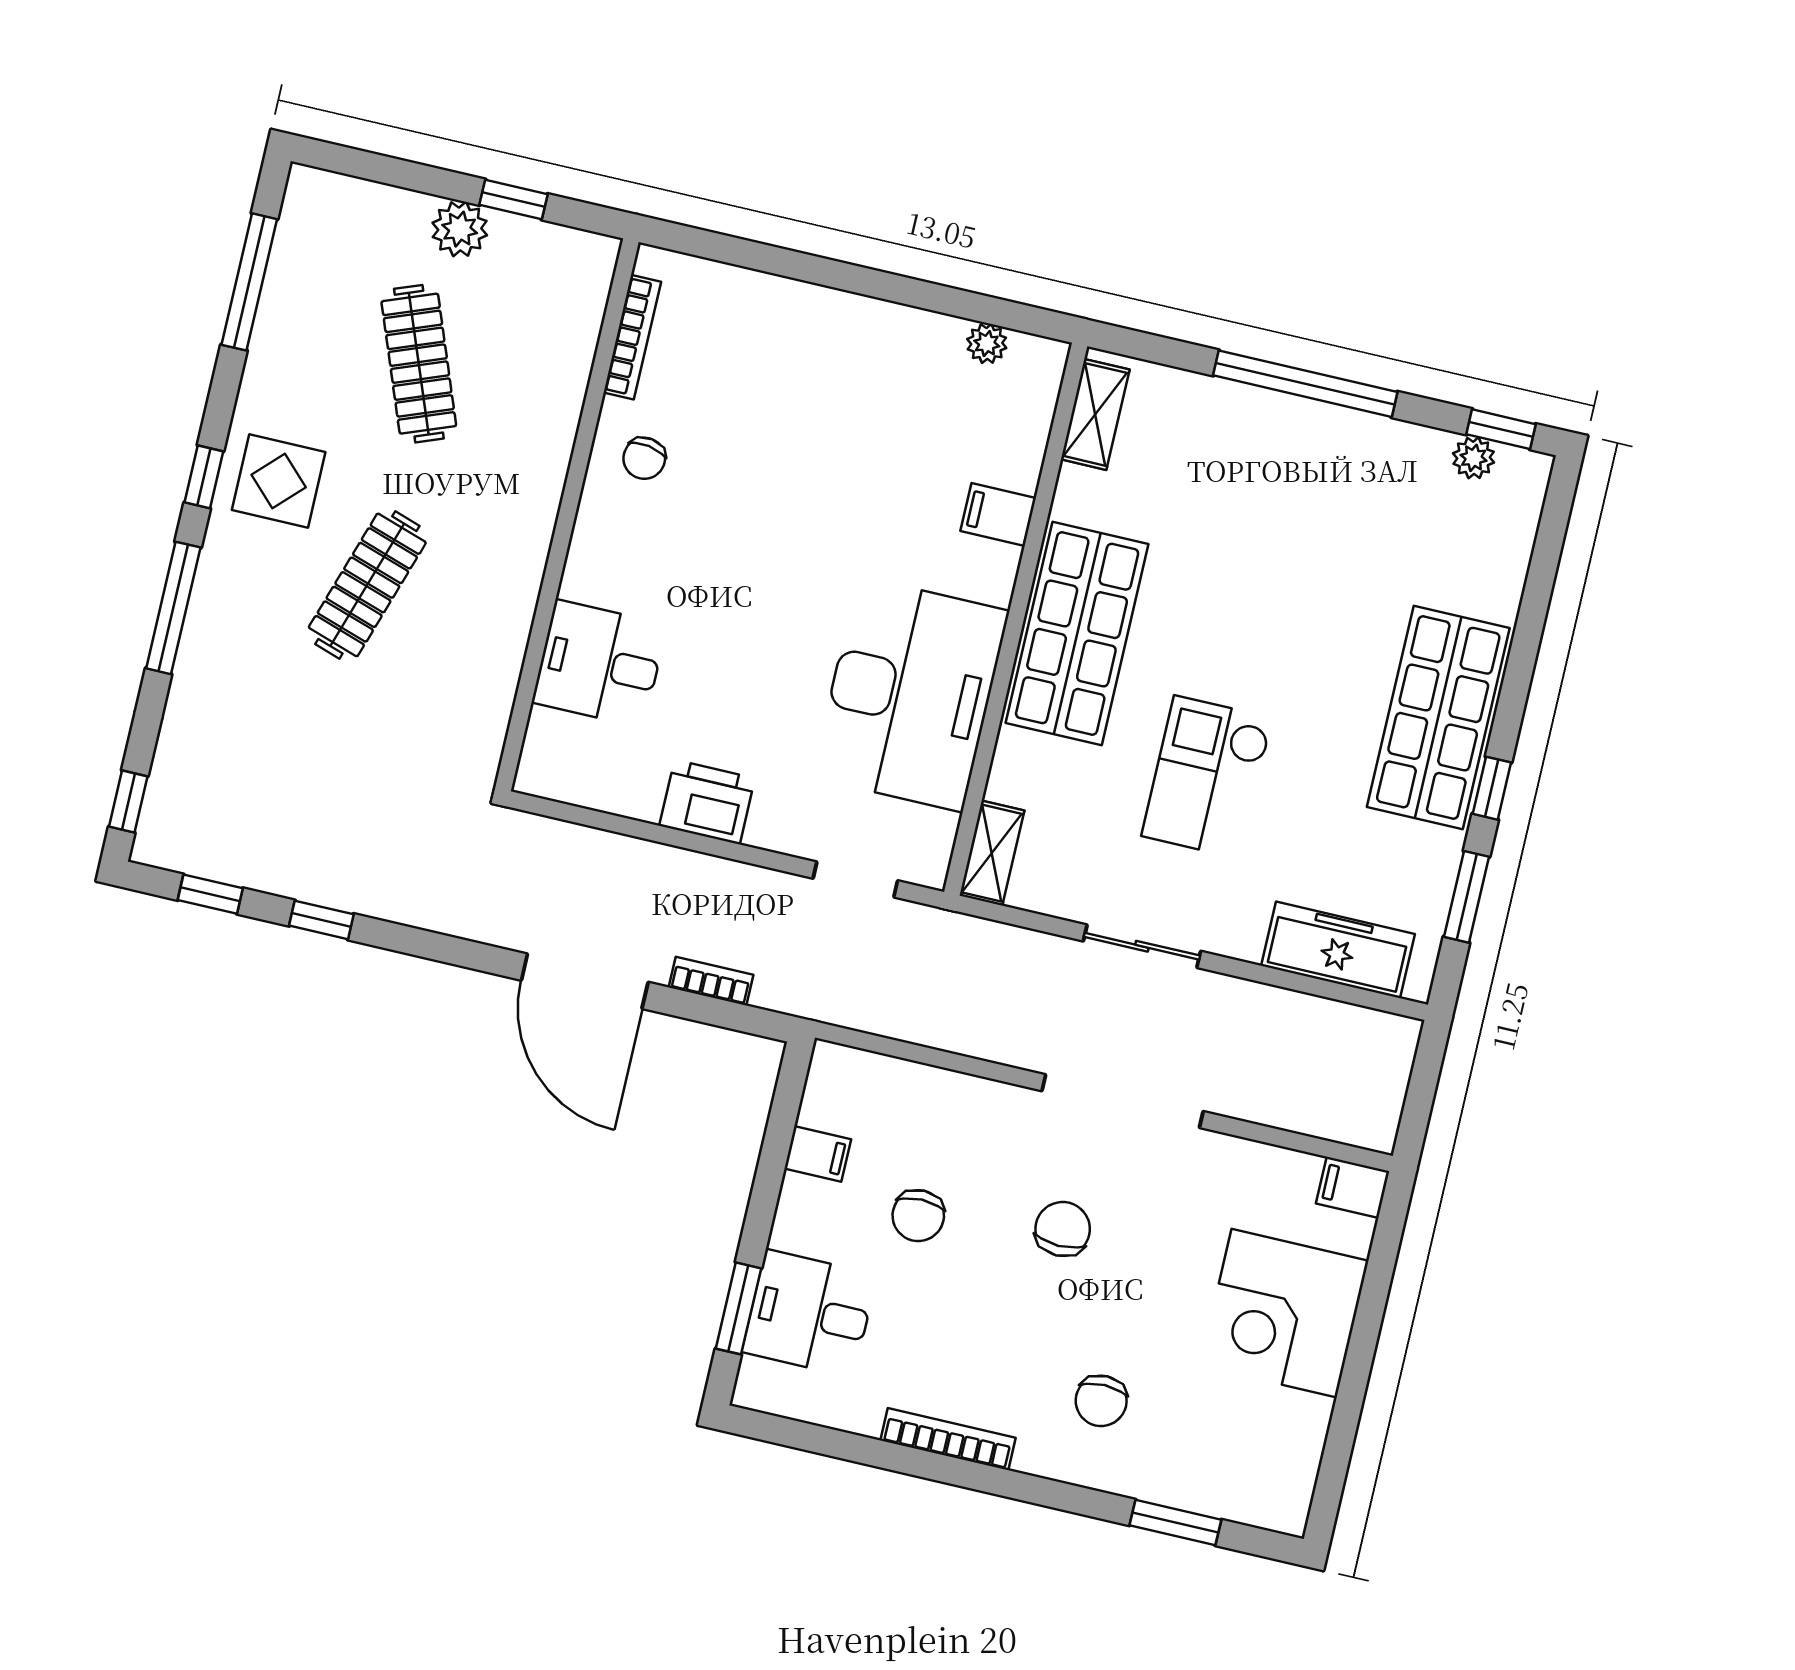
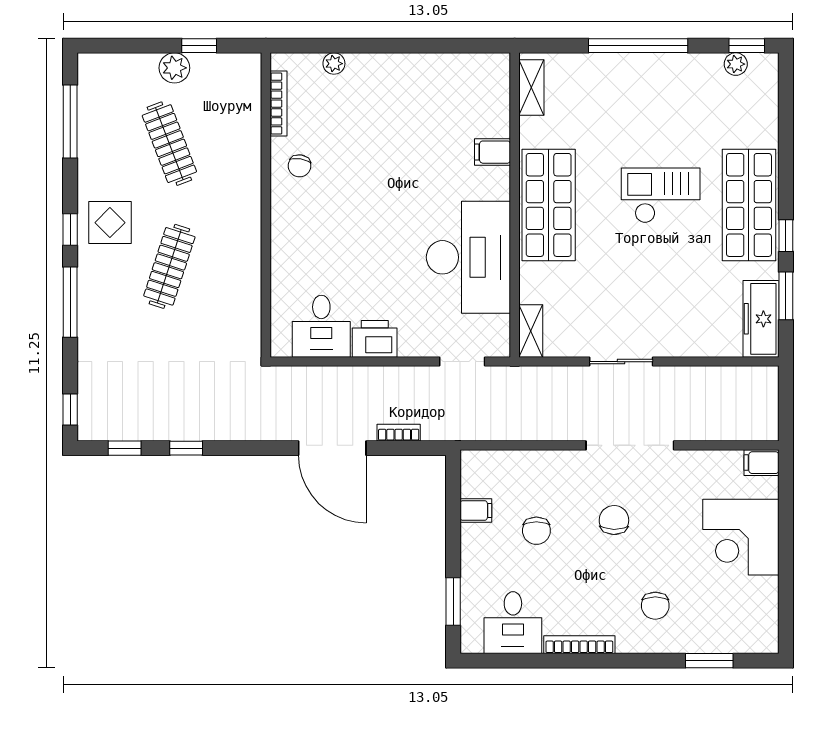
plant: (987, 344) -> (334, 64), moved
desk: (599, 664) -> (321, 326), moved, turned -90
checkout: (1207, 777) -> (661, 195), moved, turned 90
freezer: (1338, 950) -> (761, 319), moved, turned -90
desk: (810, 1313) -> (513, 623), moved, turned -90

